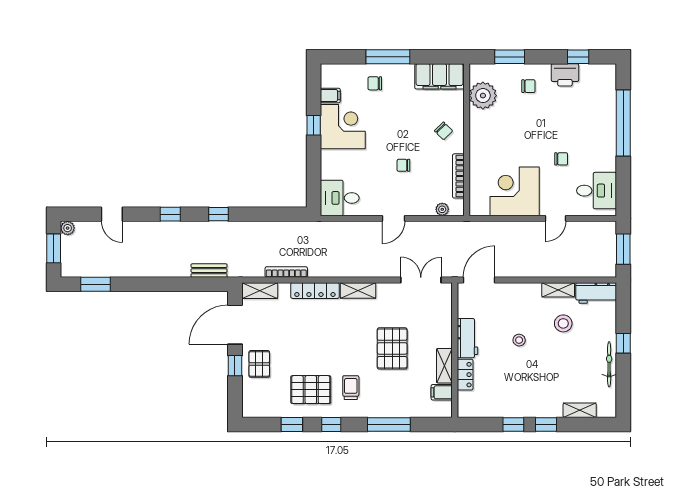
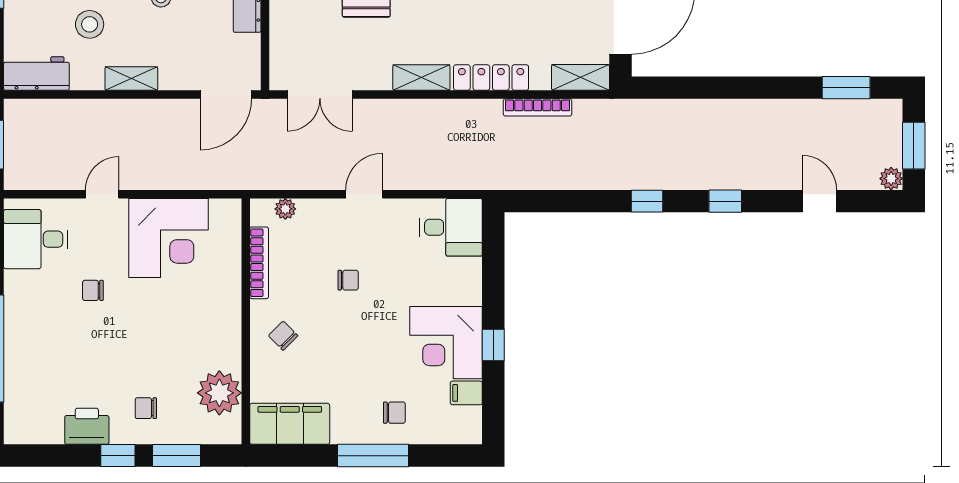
window: (578, 57) -> (118, 456), moved
bench: (209, 271) -> (662, 110), removed
shelving: (558, 290) -> (131, 79), moved

